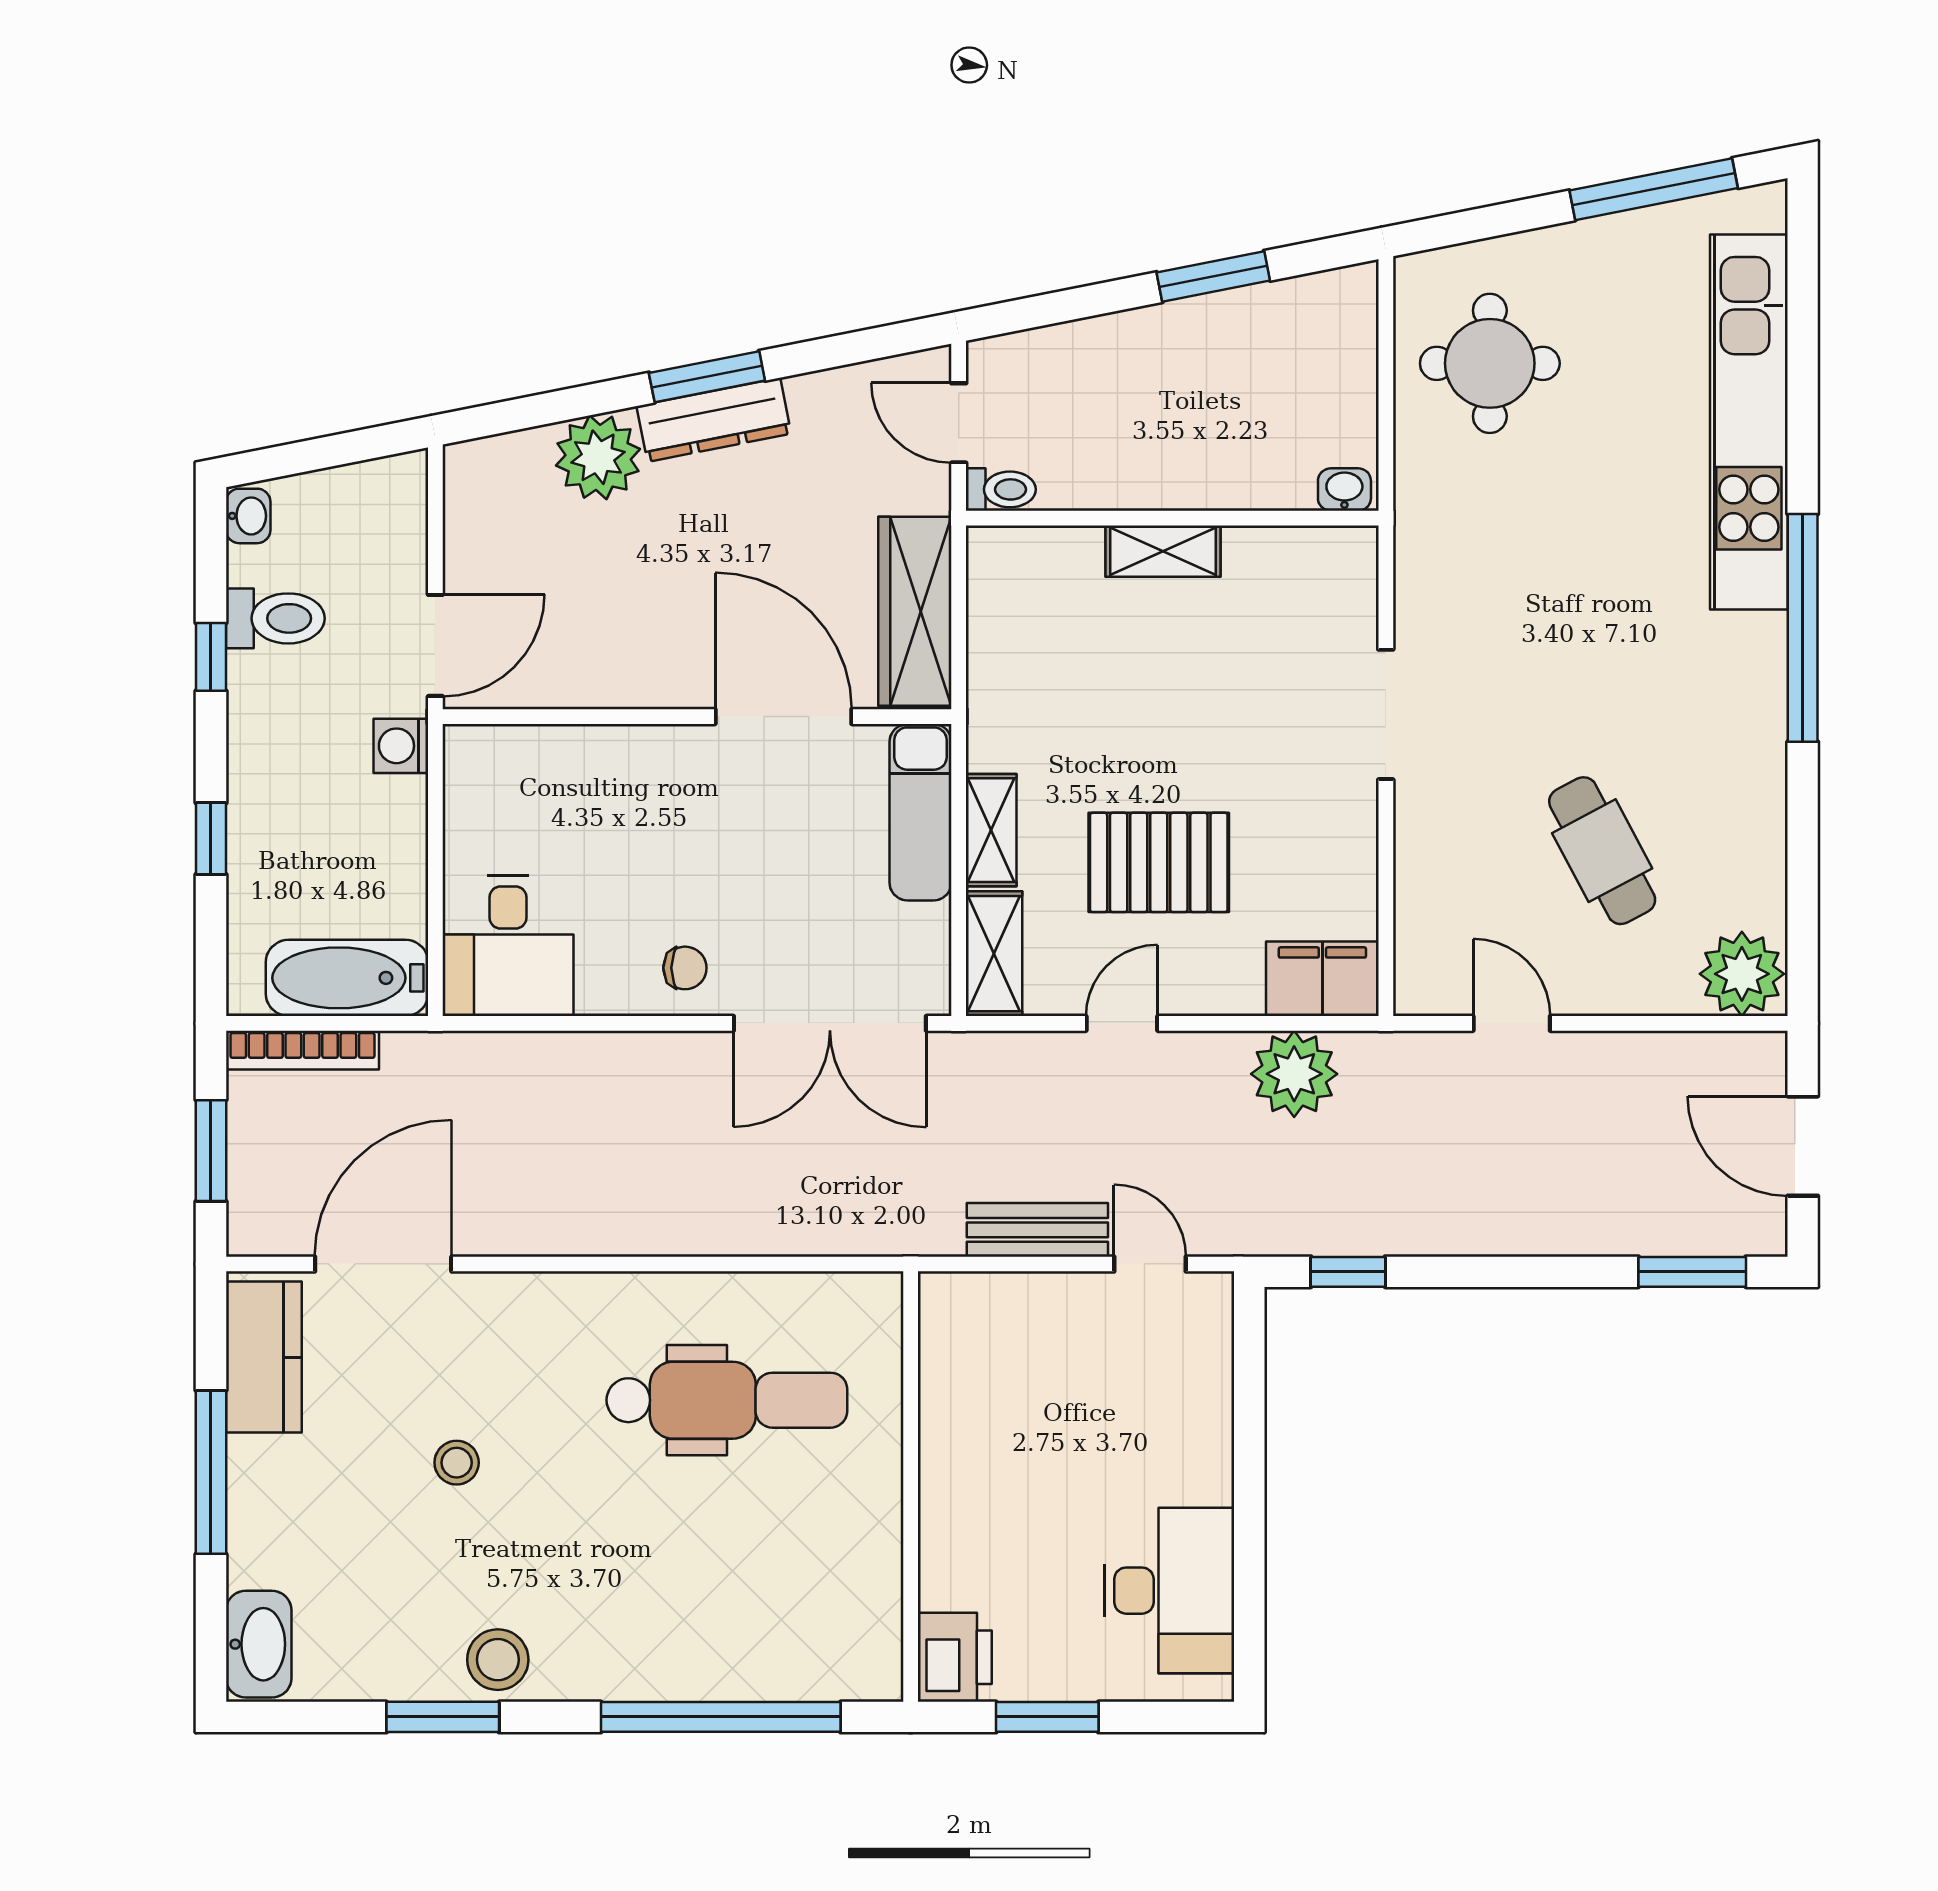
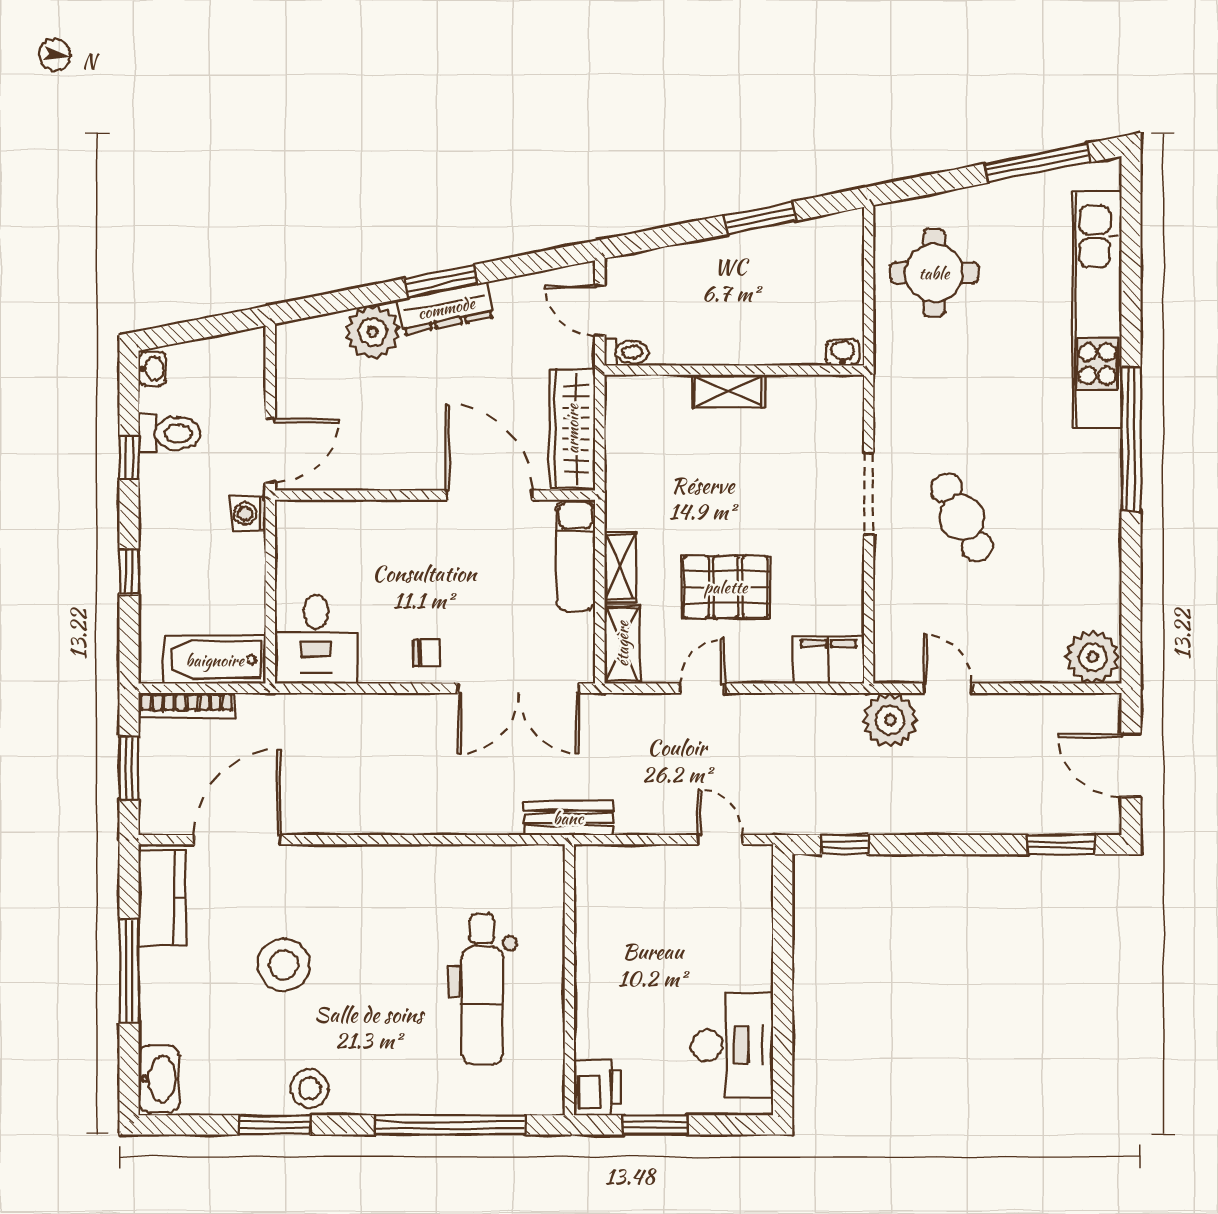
cafe table: (1602, 851) -> (962, 517), moved
plant: (1294, 1074) -> (890, 720), moved
bench: (1037, 1230) -> (568, 818), moved
dental chair: (727, 1400) -> (482, 989), moved, turned 90
stool: (457, 1463) -> (284, 965), width x1.89, depth x1.89

